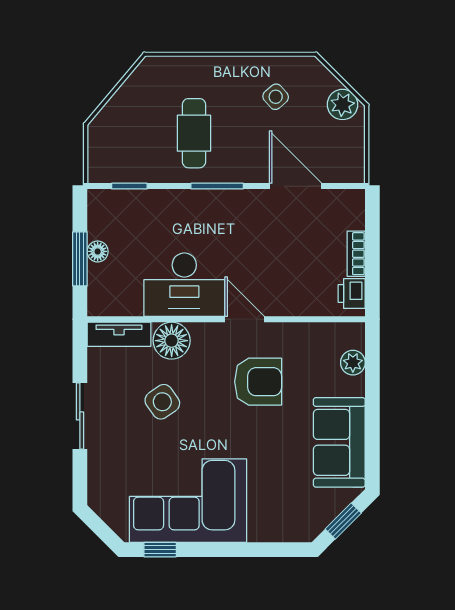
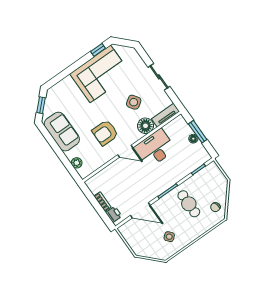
chair: (148, 91) -> (215, 207), added
plant: (342, 104) -> (144, 250), removed
printer: (352, 294) -> (114, 214), moved

